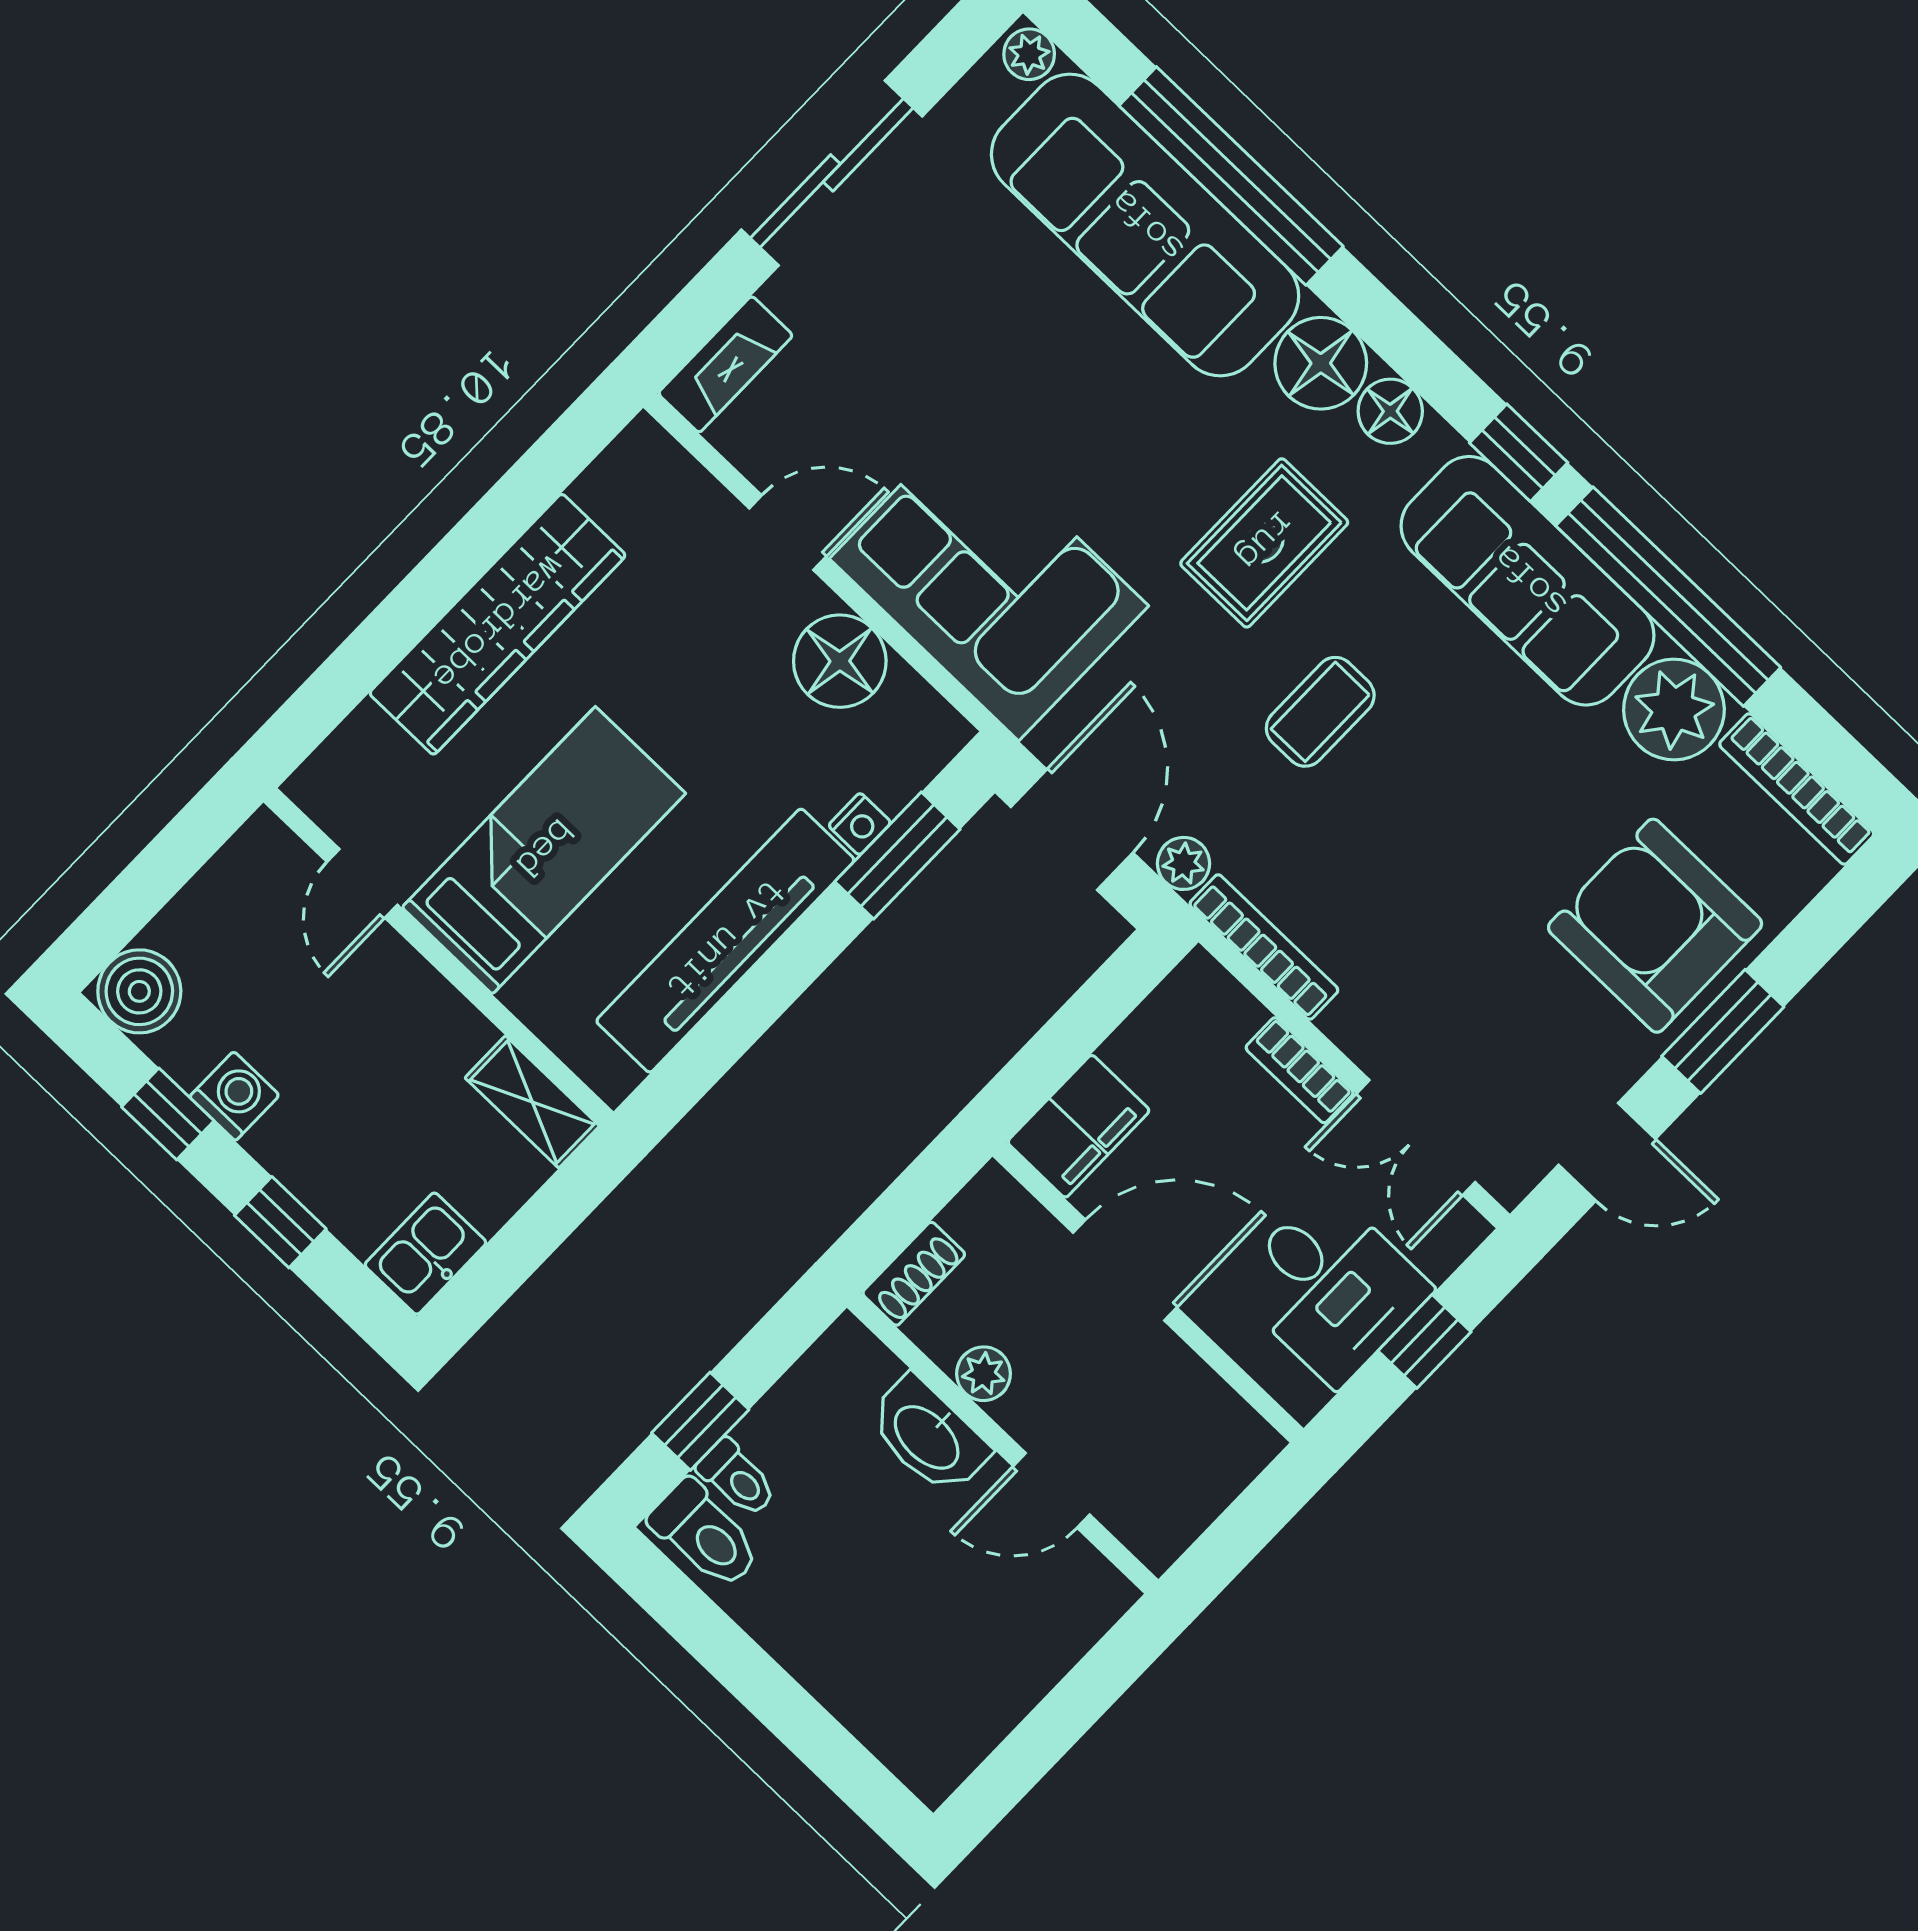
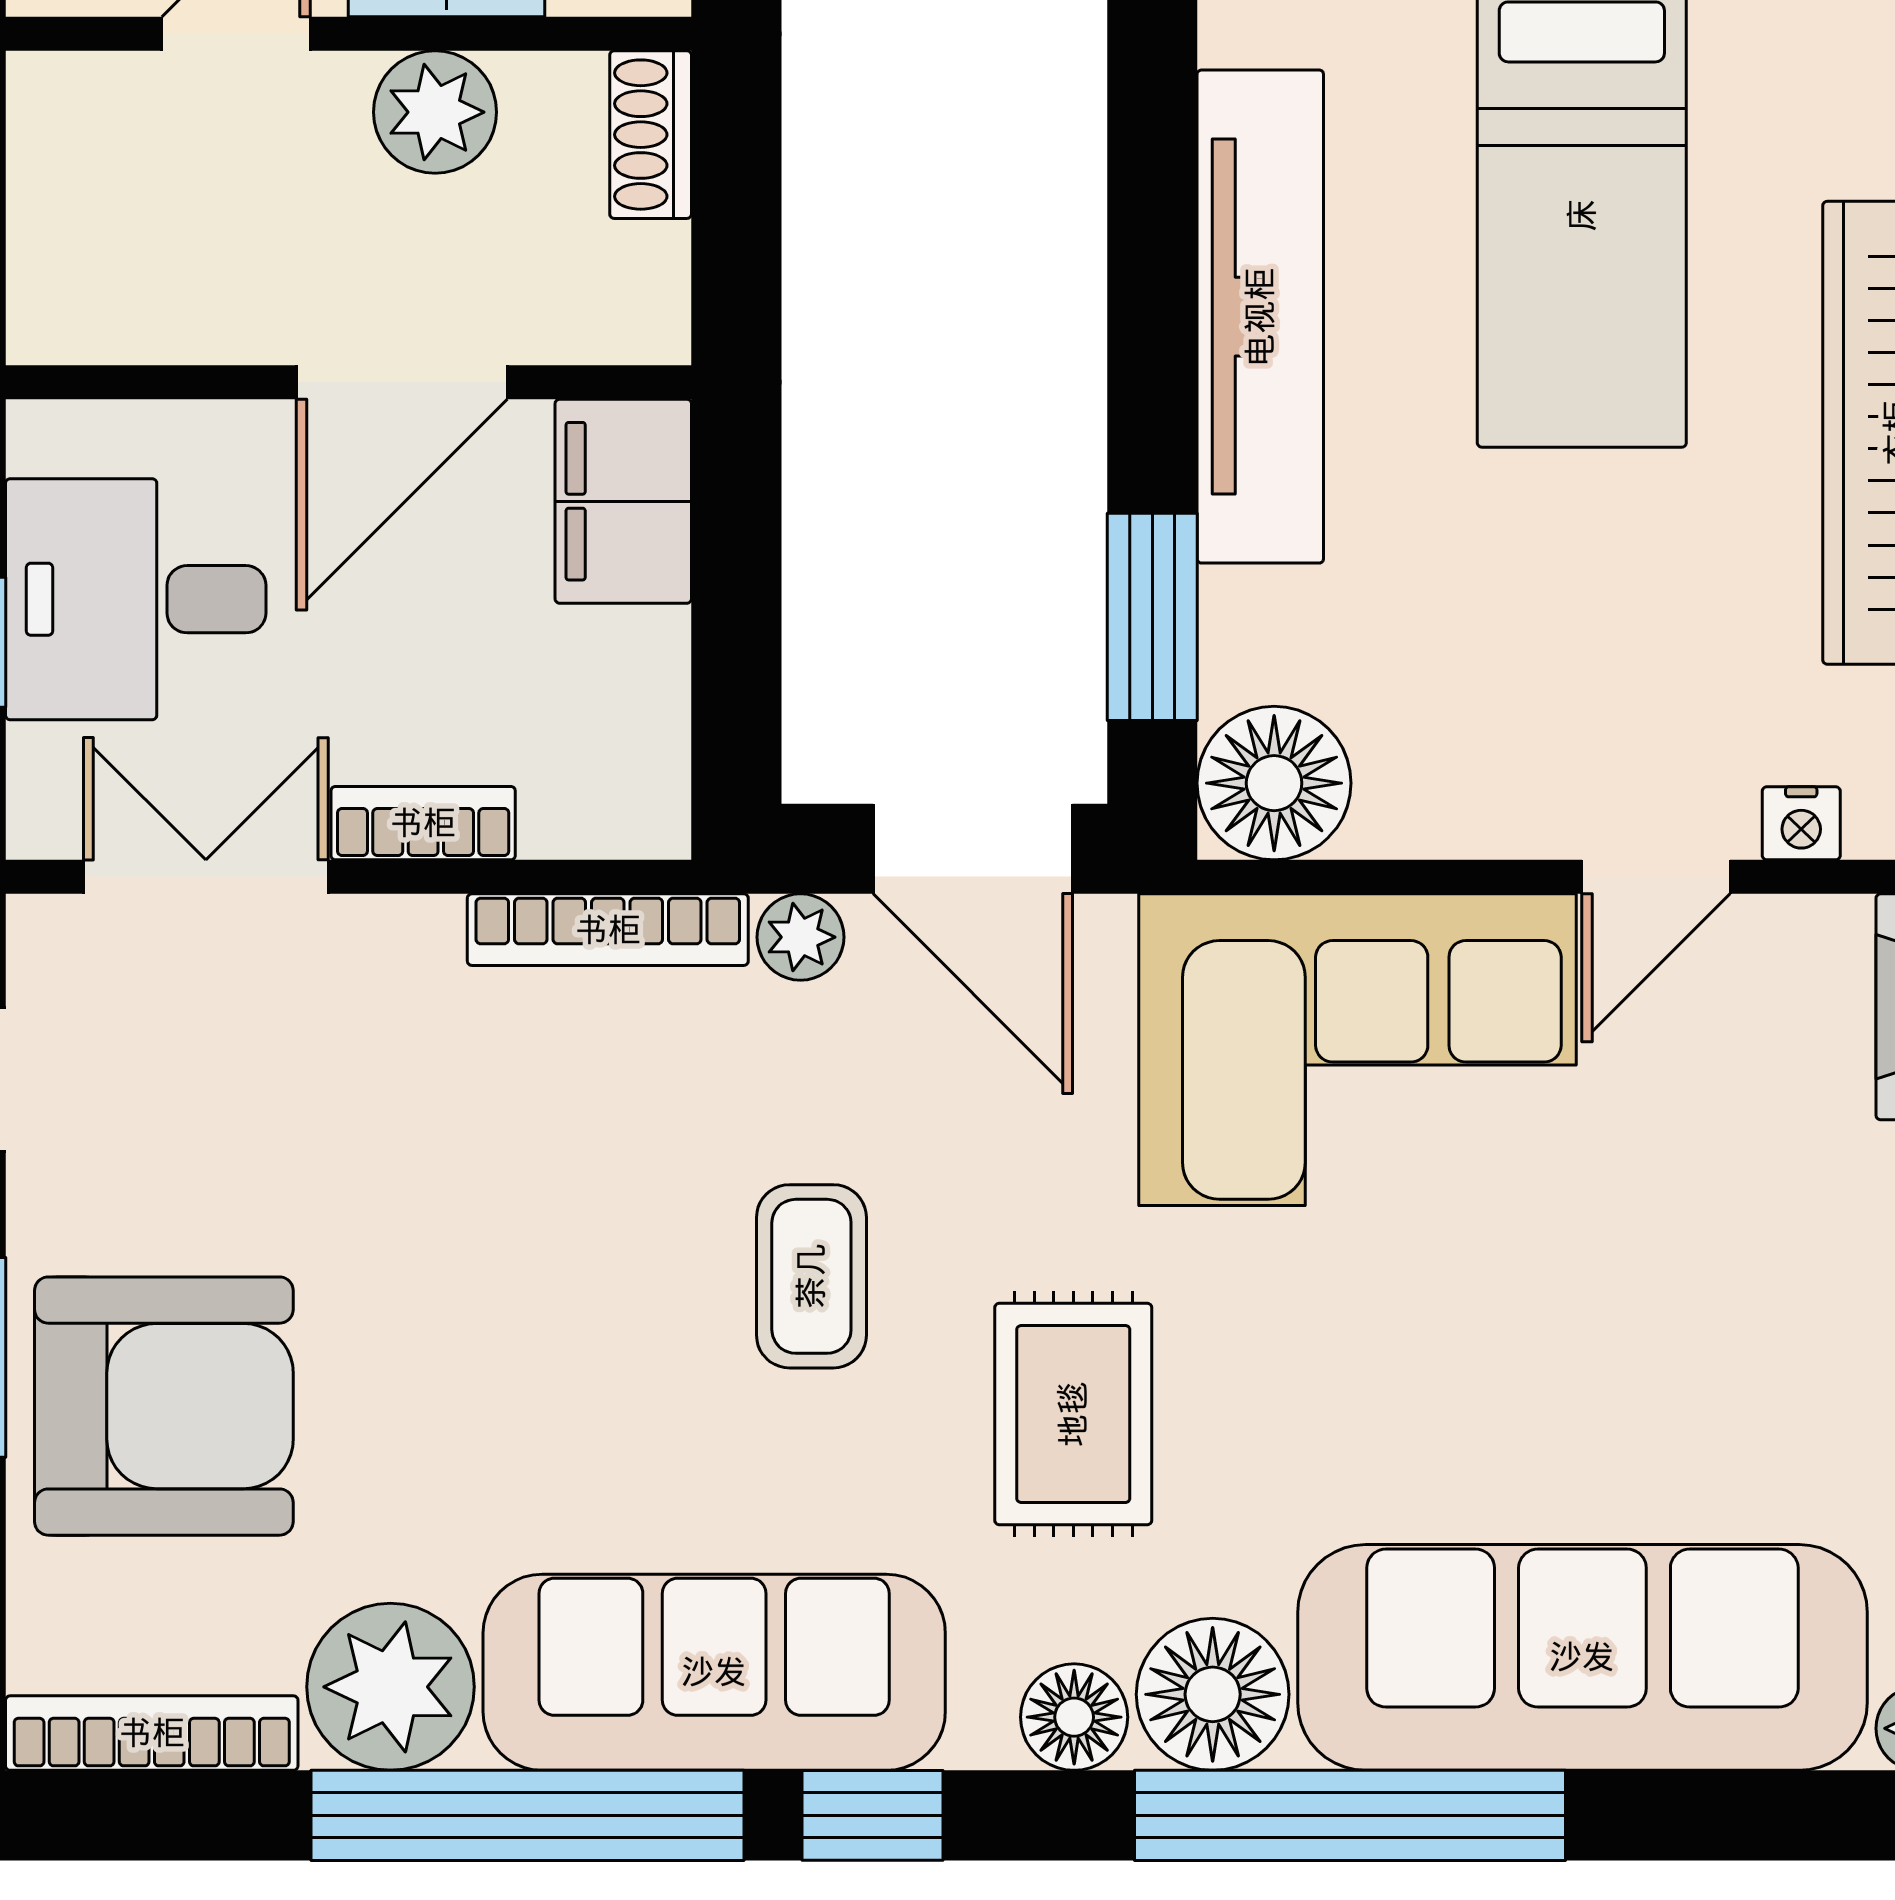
window: (1231, 176) -> (1350, 1815), moved
floor lamp: (840, 661) -> (1274, 783), moved
nightstand: (860, 824) -> (1801, 823), moved, turned -90
plant: (984, 1374) -> (435, 112), width x1.38, depth x1.38

